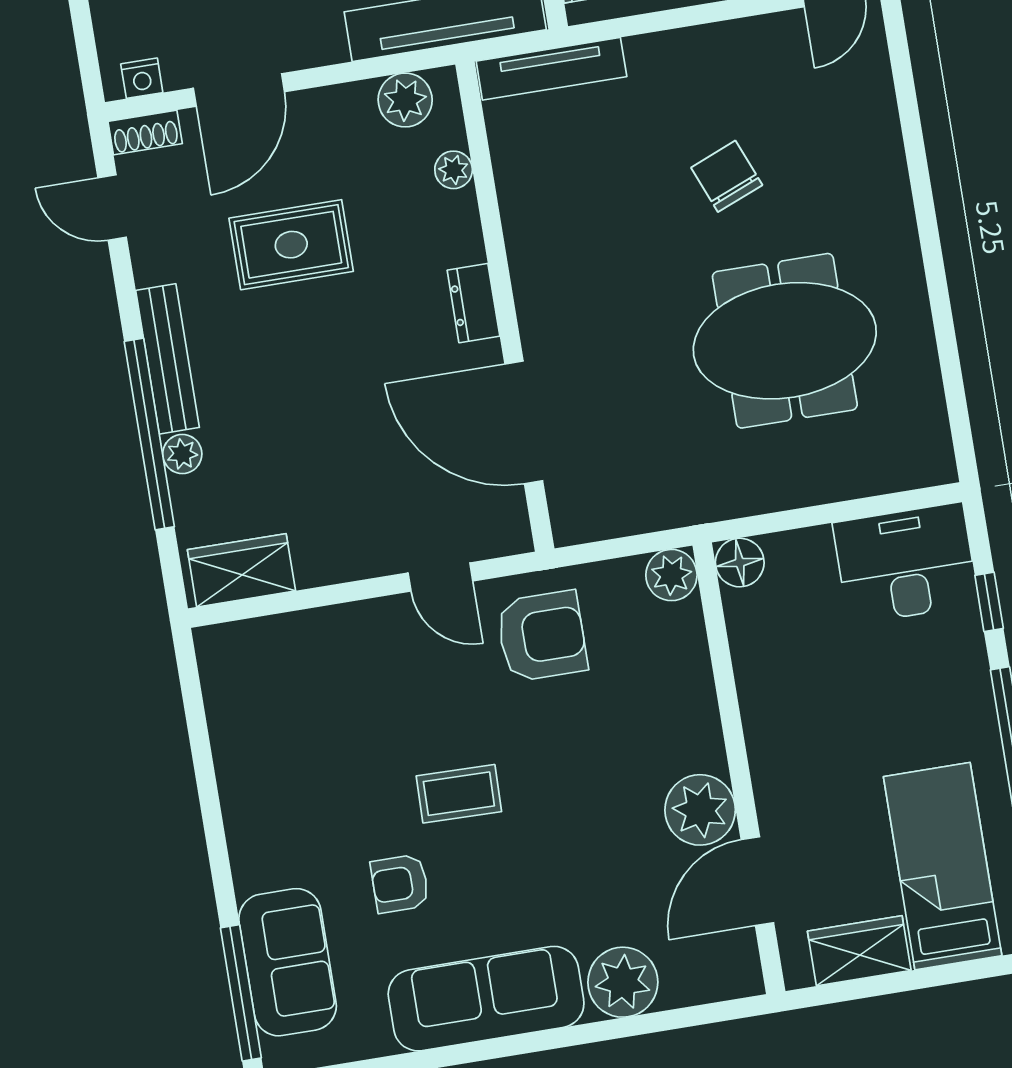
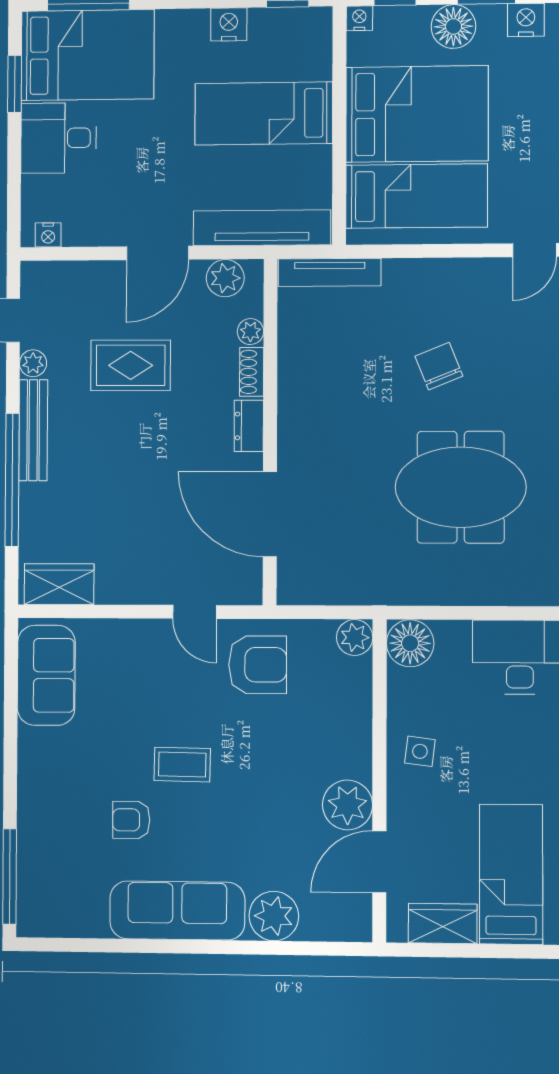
door: (239, 90) -> (158, 253), moved
shoe rack: (145, 132) -> (252, 372), moved, turned 90
plant: (182, 454) -> (33, 363), moved
floor lamp: (740, 563) -> (410, 643), width x1.38, depth x1.38
side table: (789, 718) -> (420, 751), added
sofa: (288, 962) -> (46, 675), moved

